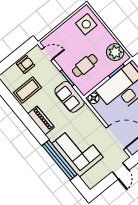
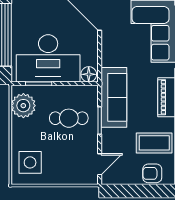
door: (48, 54) -> (100, 164), swing flipped
armchair: (26, 64) -> (152, 173), moved
sofa: (70, 97) -> (114, 97), width x1.36

